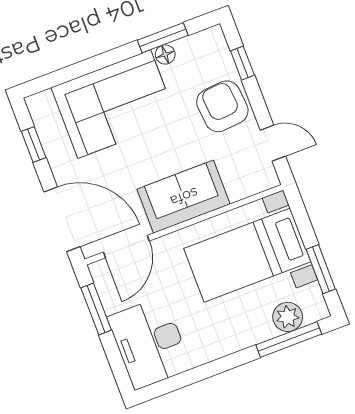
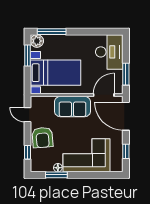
plant: (288, 317) -> (37, 41), moved

